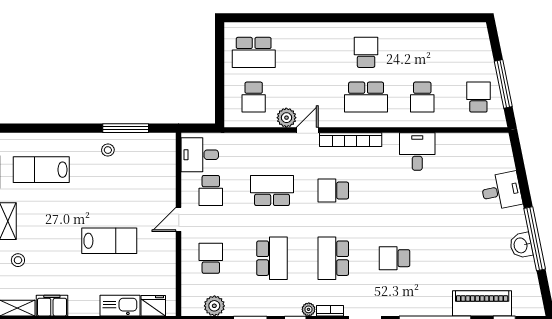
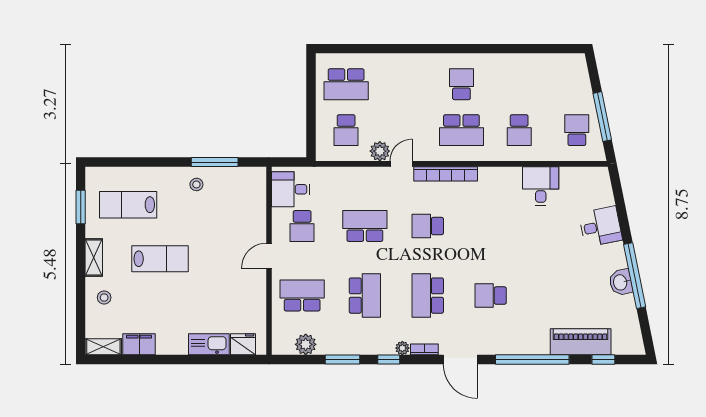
desk: (417, 152) -> (541, 186), moved
lab bench: (109, 241) -> (160, 259), moved
school desk: (211, 258) -> (302, 296), width x1.85

